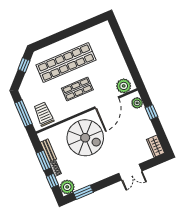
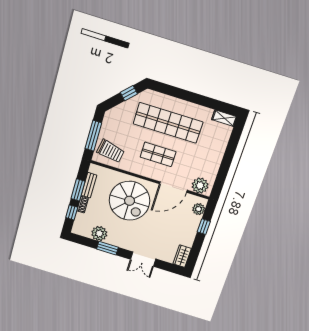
shelving: (100, 28) -> (224, 118), added
trolley: (44, 114) -> (111, 151), turned 101
plant: (67, 187) -> (99, 234), moved
window: (83, 192) -> (107, 248), moved

